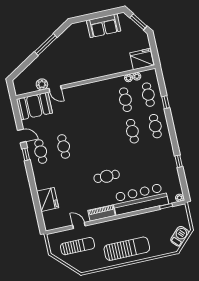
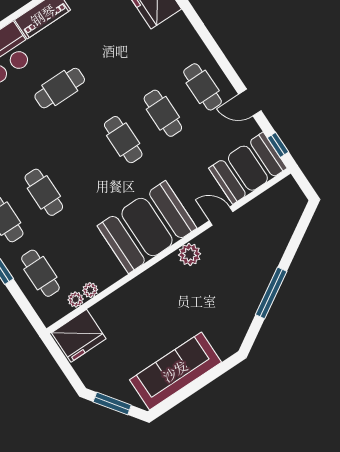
sofa: (104, 26) -> (175, 371), width x1.36
plant: (42, 84) -> (190, 254), moved
booth: (91, 97) -> (147, 227), added
cafe table: (125, 100) -> (123, 140), moved
window: (26, 154) -> (278, 145), moved

